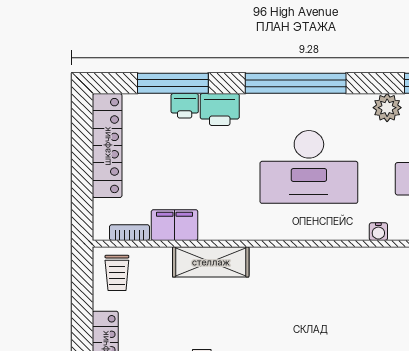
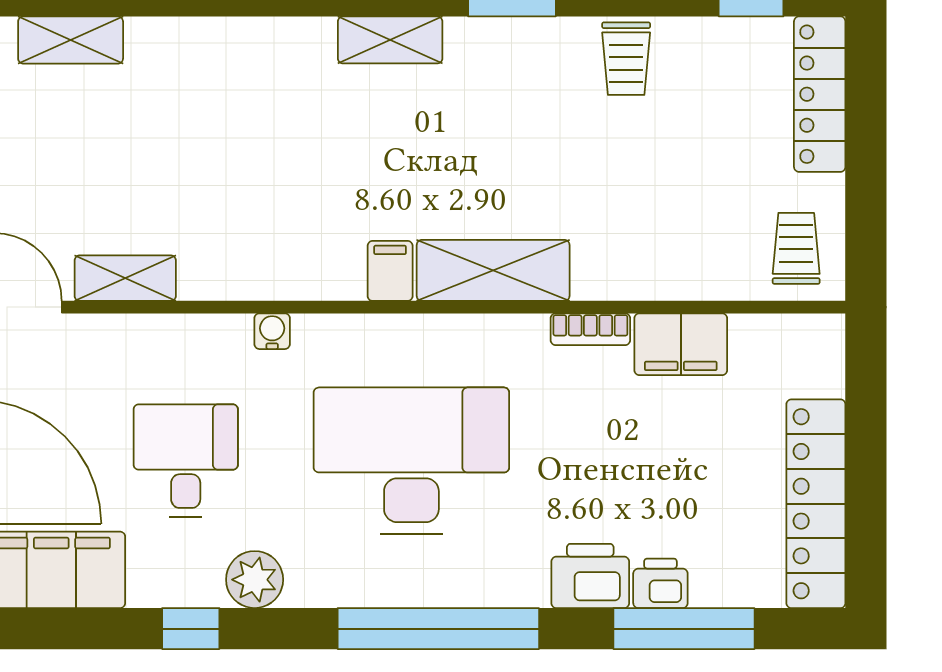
bookcase: (129, 233) -> (590, 329), moved
shelving: (211, 262) -> (493, 270), moved
filing cabinet: (320, 262) -> (390, 271), added

